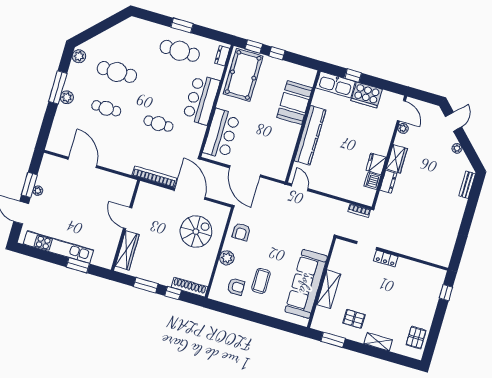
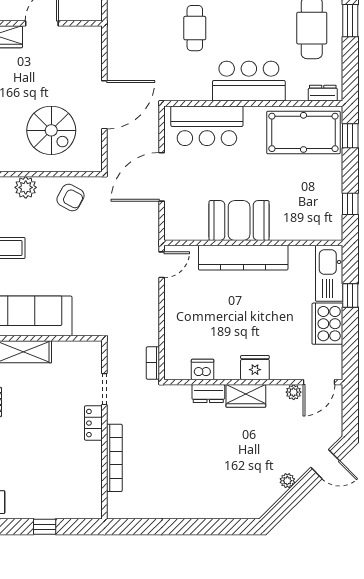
window: (277, 53) -> (350, 204), moved
booth: (295, 103) -> (239, 220), moved
fridge: (376, 164) -> (255, 368), moved
bookcase: (154, 177) -> (114, 458), moved
bench: (467, 185) -> (238, 512), removed
armchair: (241, 232) -> (71, 198), turned -152
window: (446, 293) -> (45, 527), moved

